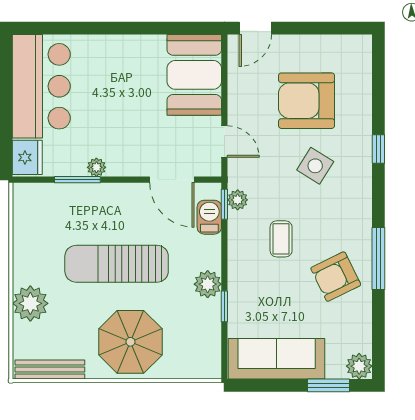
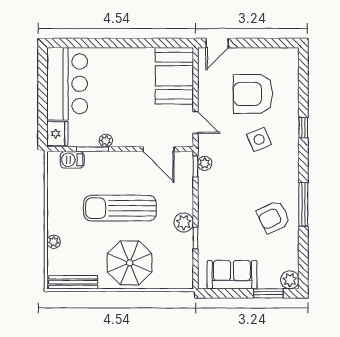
side table: (315, 166) -> (259, 140), turned 35
barbecue: (209, 217) -> (72, 160), moved, turned -90
coffee table: (281, 239) -> (235, 191), removed
plant: (30, 303) -> (54, 242), width x0.53, depth x0.53
sofa: (277, 359) -> (232, 275), width x0.73

